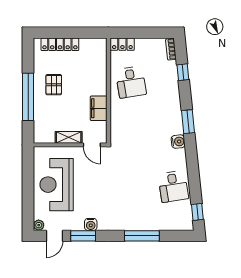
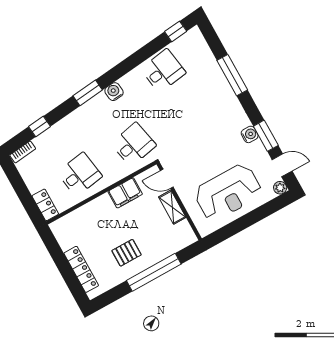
desk: (131, 134) -> (133, 145), added
door: (92, 145) -> (167, 179), swing flipped

